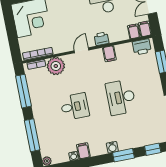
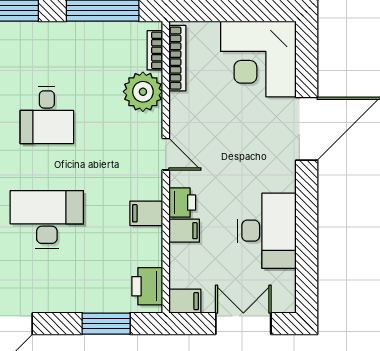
filing cabinet: (134, 31) -> (184, 231), moved

